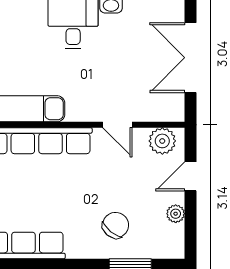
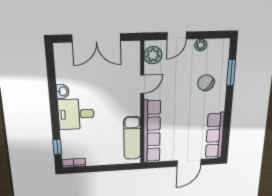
door: (191, 176) -> (177, 36), hinge flipped

